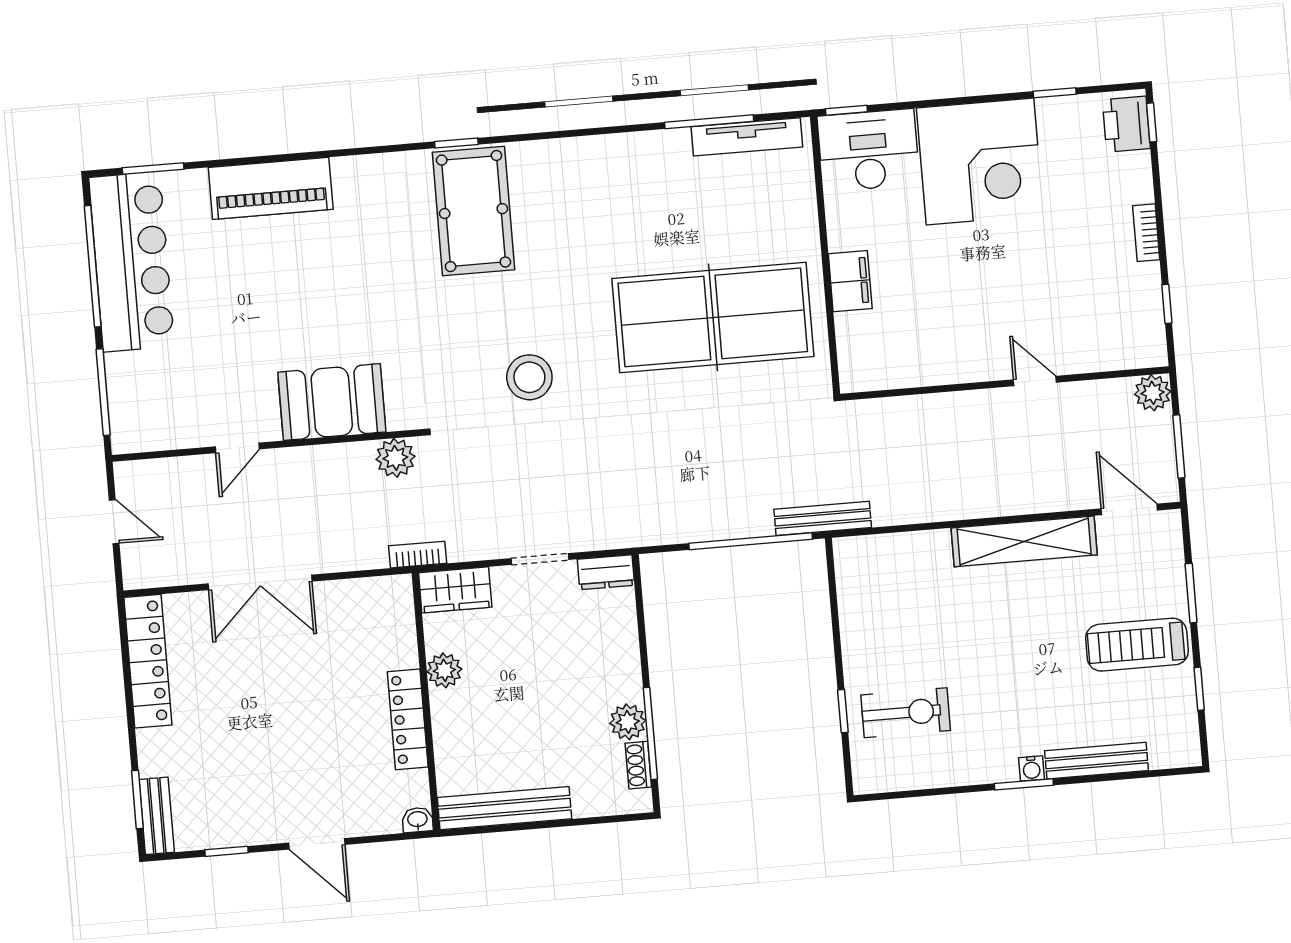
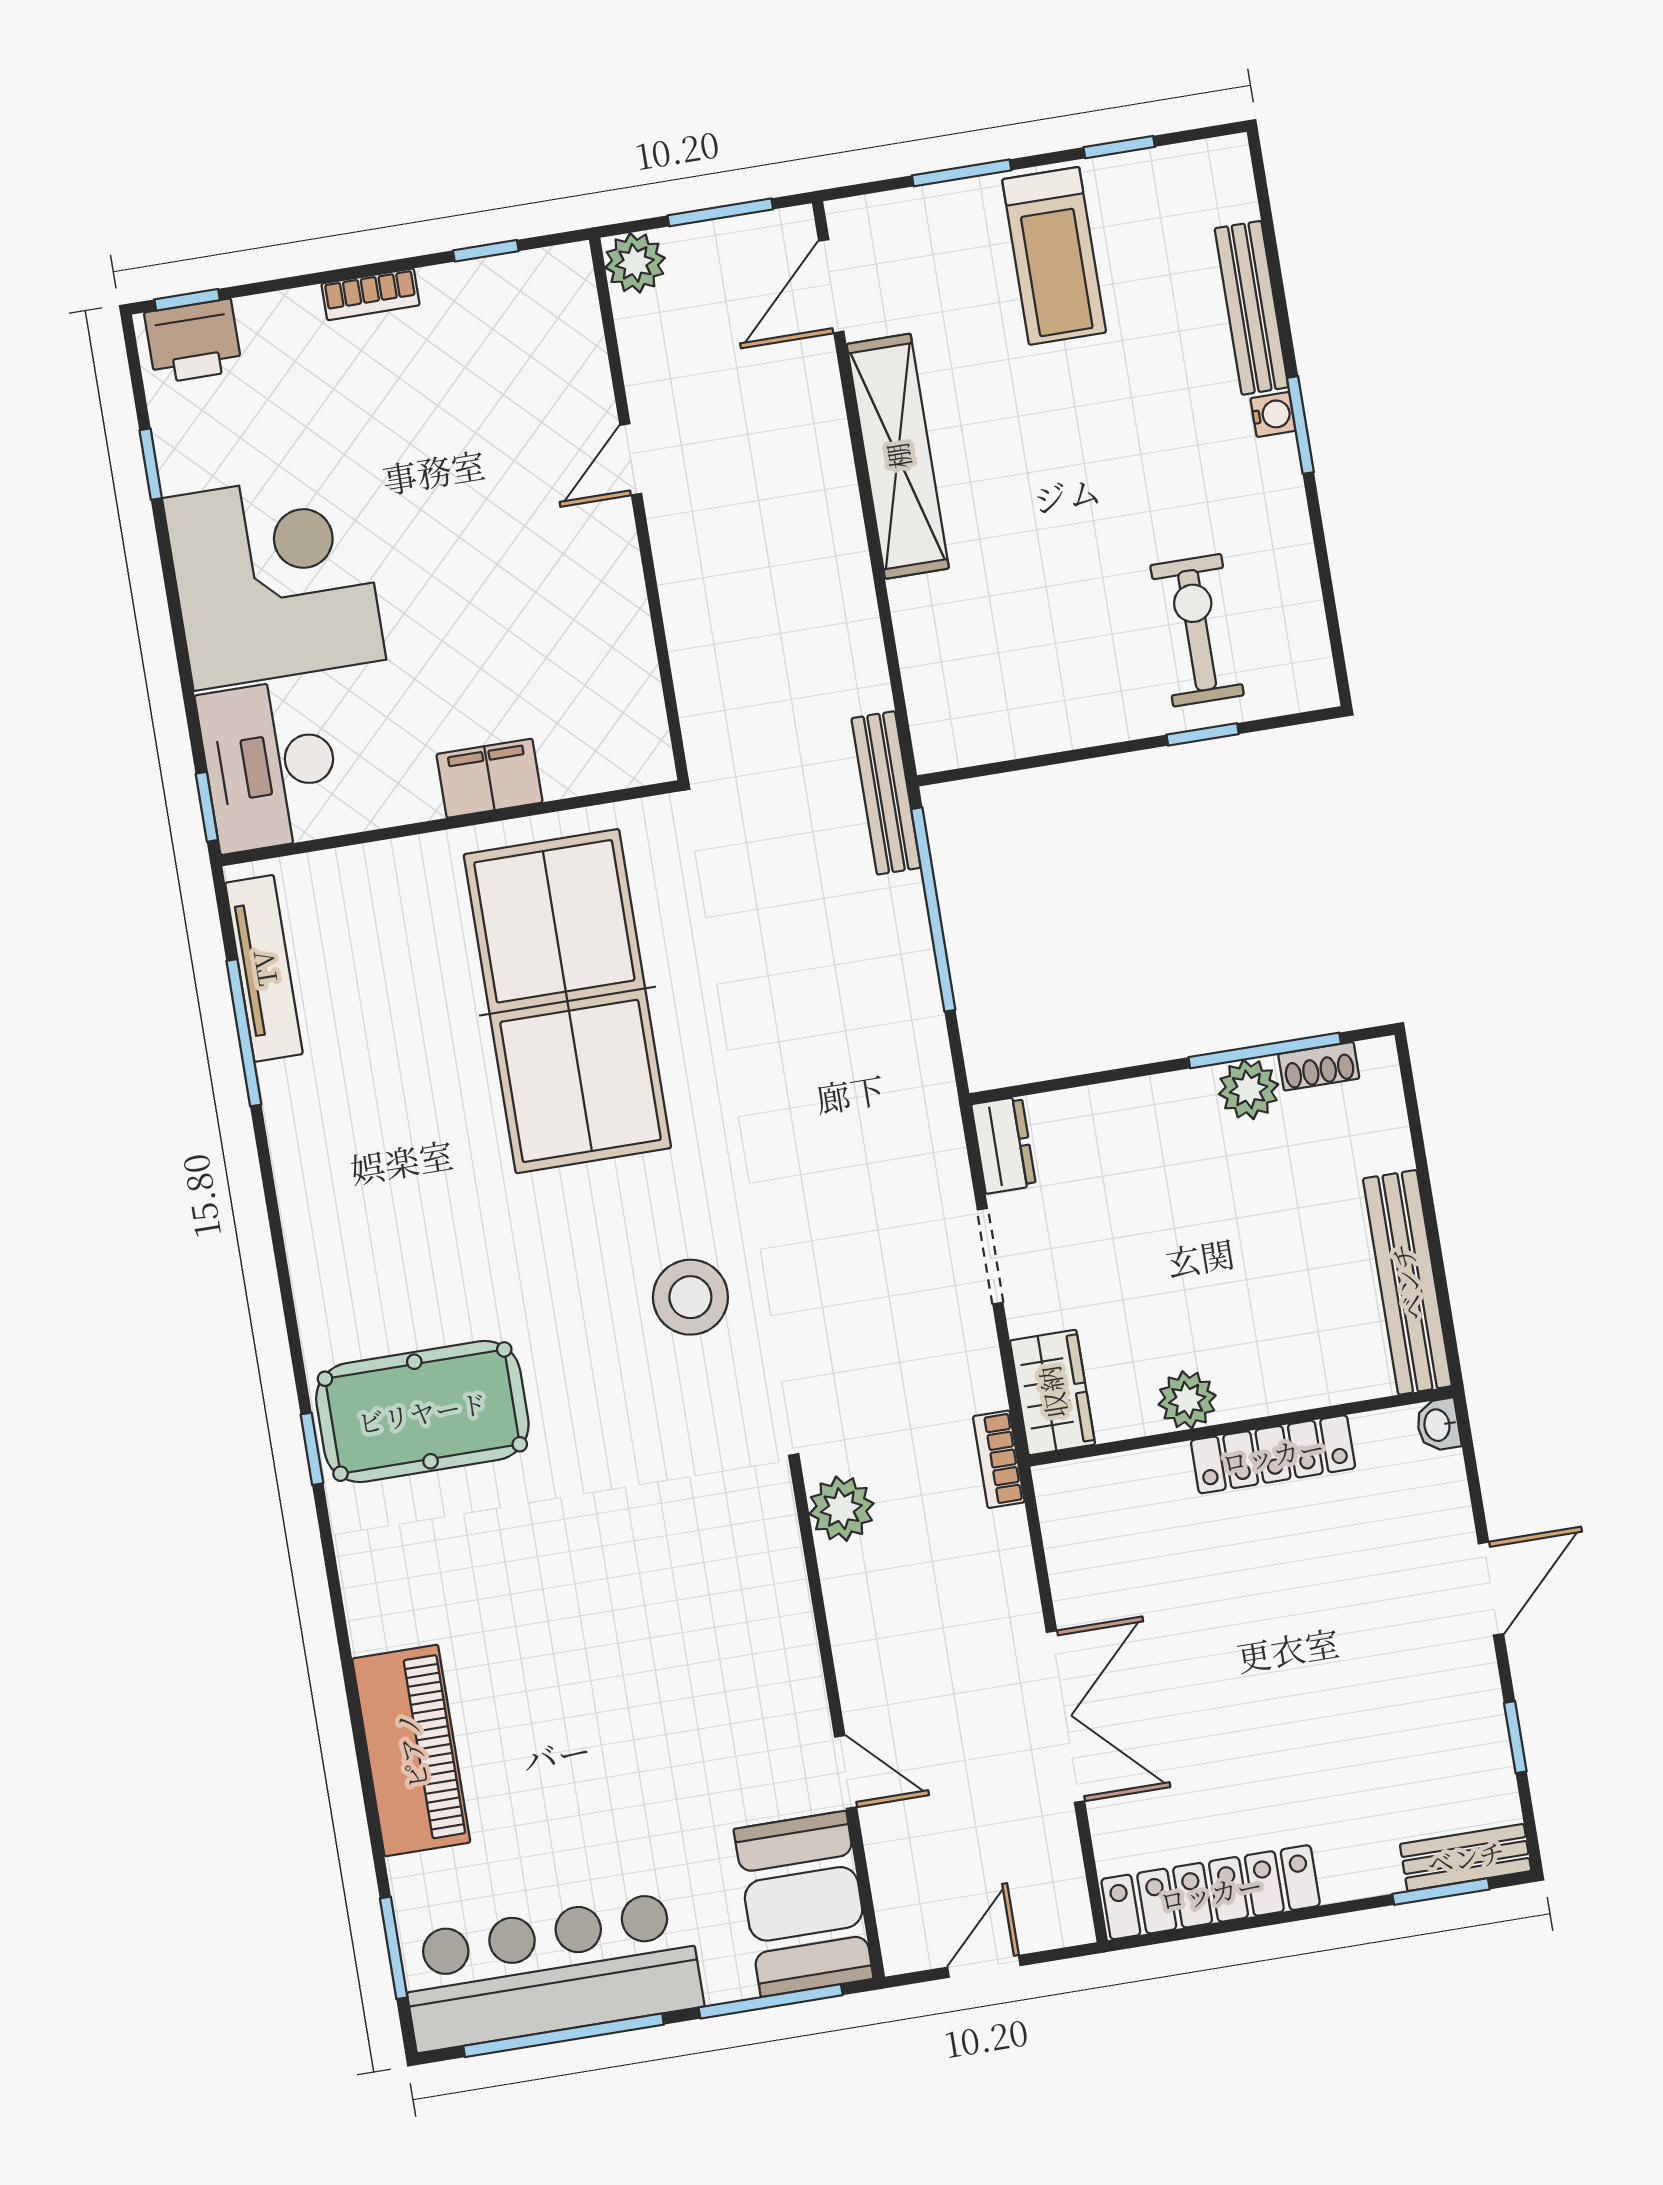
booth: (332, 402) -> (804, 1904), moved

